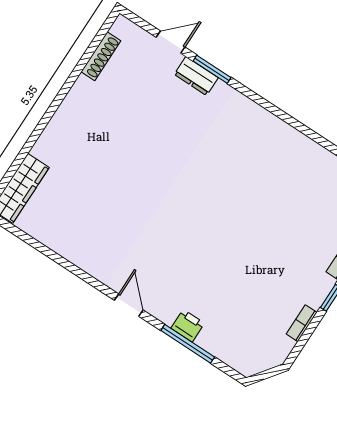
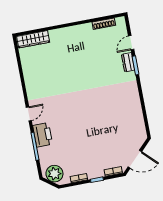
door: (171, 42) -> (131, 43), swing flipped
printer: (188, 326) -> (43, 135), width x1.87, depth x1.48
plant: (259, 354) -> (54, 174), added

